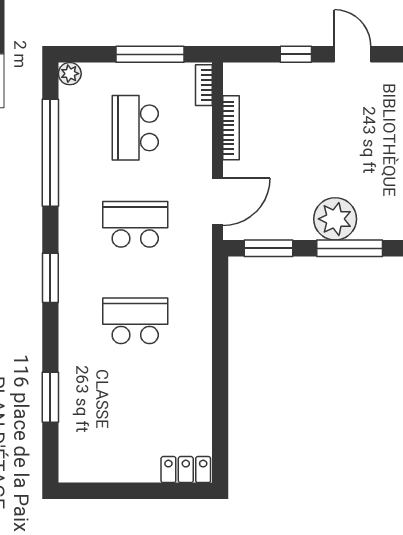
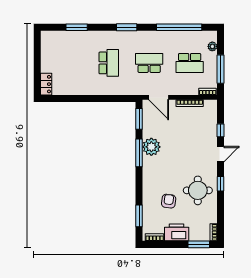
plant: (70, 74) -> (212, 46), moved
school desk: (135, 128) -> (190, 63), turned 180
school desk: (135, 224) -> (149, 63), turned -90

